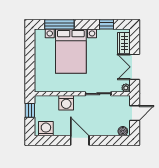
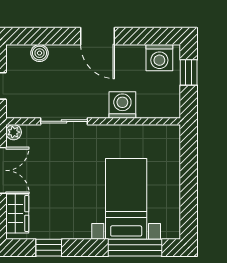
bed with nightstands: (71, 51) -> (126, 199), width x0.73
window: (30, 110) -> (189, 72), moved
boiler: (123, 131) -> (40, 53), moved

